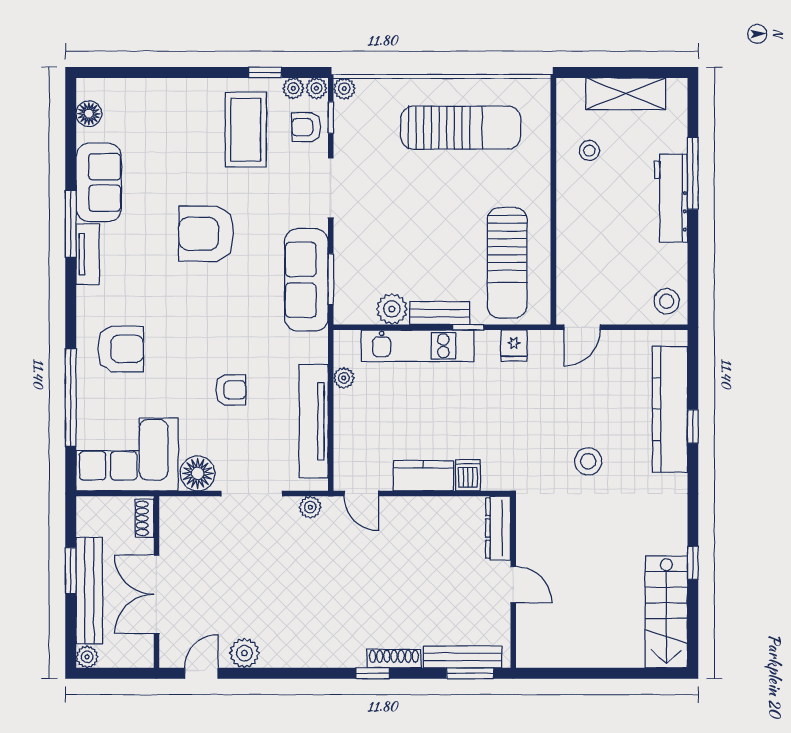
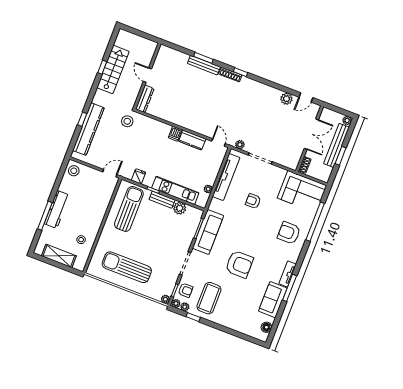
floor lamp: (198, 473) -> (278, 174), removed
dresser: (498, 528) -> (145, 99), moved
wall: (513, 582) -> (147, 76), moved
door: (513, 585) -> (147, 75), moved
stairs: (666, 612) -> (113, 70), moved

